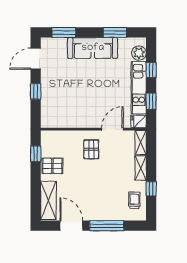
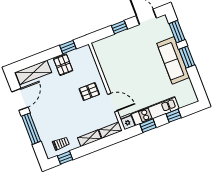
window: (115, 32) -> (187, 57), moved
plant: (139, 53) -> (184, 100), removed
window: (151, 189) -> (65, 158), moved

